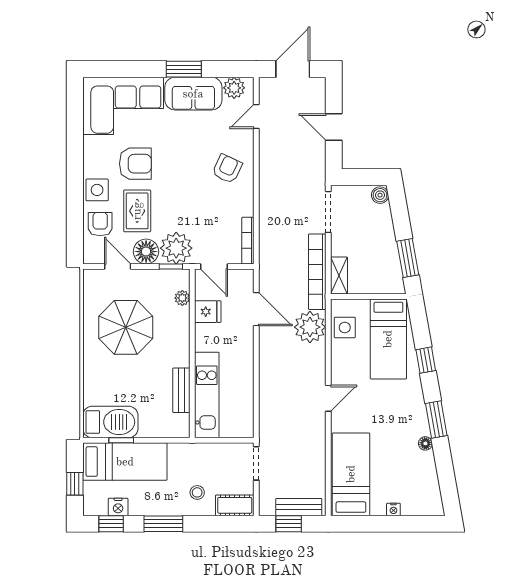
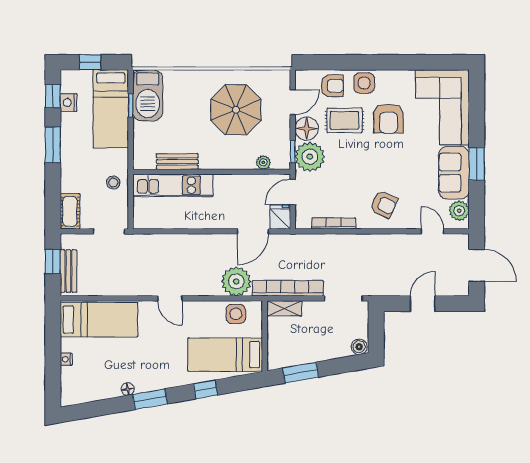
bookcase: (248, 241) -> (334, 224), moved
fridge: (208, 312) -> (280, 217), moved, turned 180
stool: (197, 492) -> (113, 183), moved

